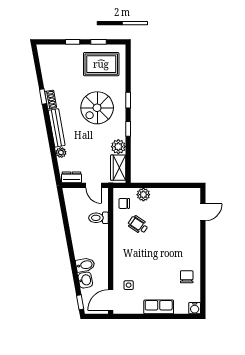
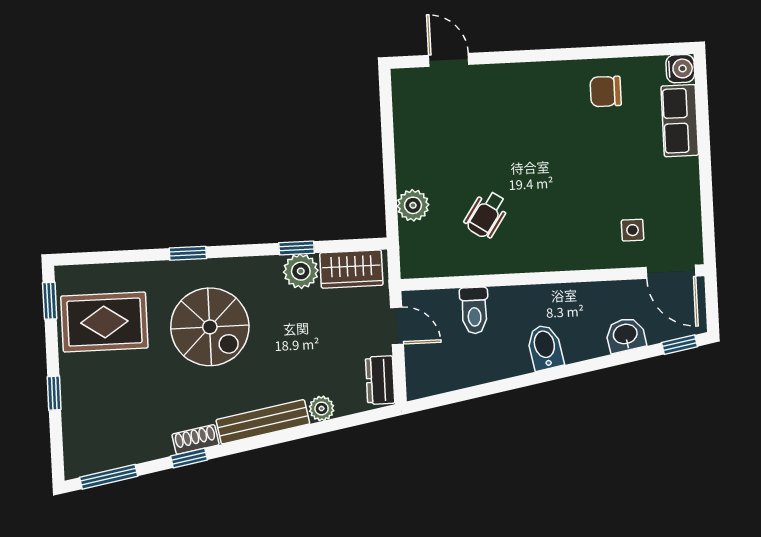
window: (98, 42) -> (50, 301), moved
window: (37, 63) -> (109, 477), added
rug: (101, 64) -> (104, 322), turned 90
window: (128, 129) -> (297, 248), moved
door: (94, 185) -> (397, 326), hinge flipped
chair: (124, 203) -> (437, 250), removed
bidet: (85, 265) -> (545, 347), moved
row of seats: (159, 307) -> (680, 121), moved

